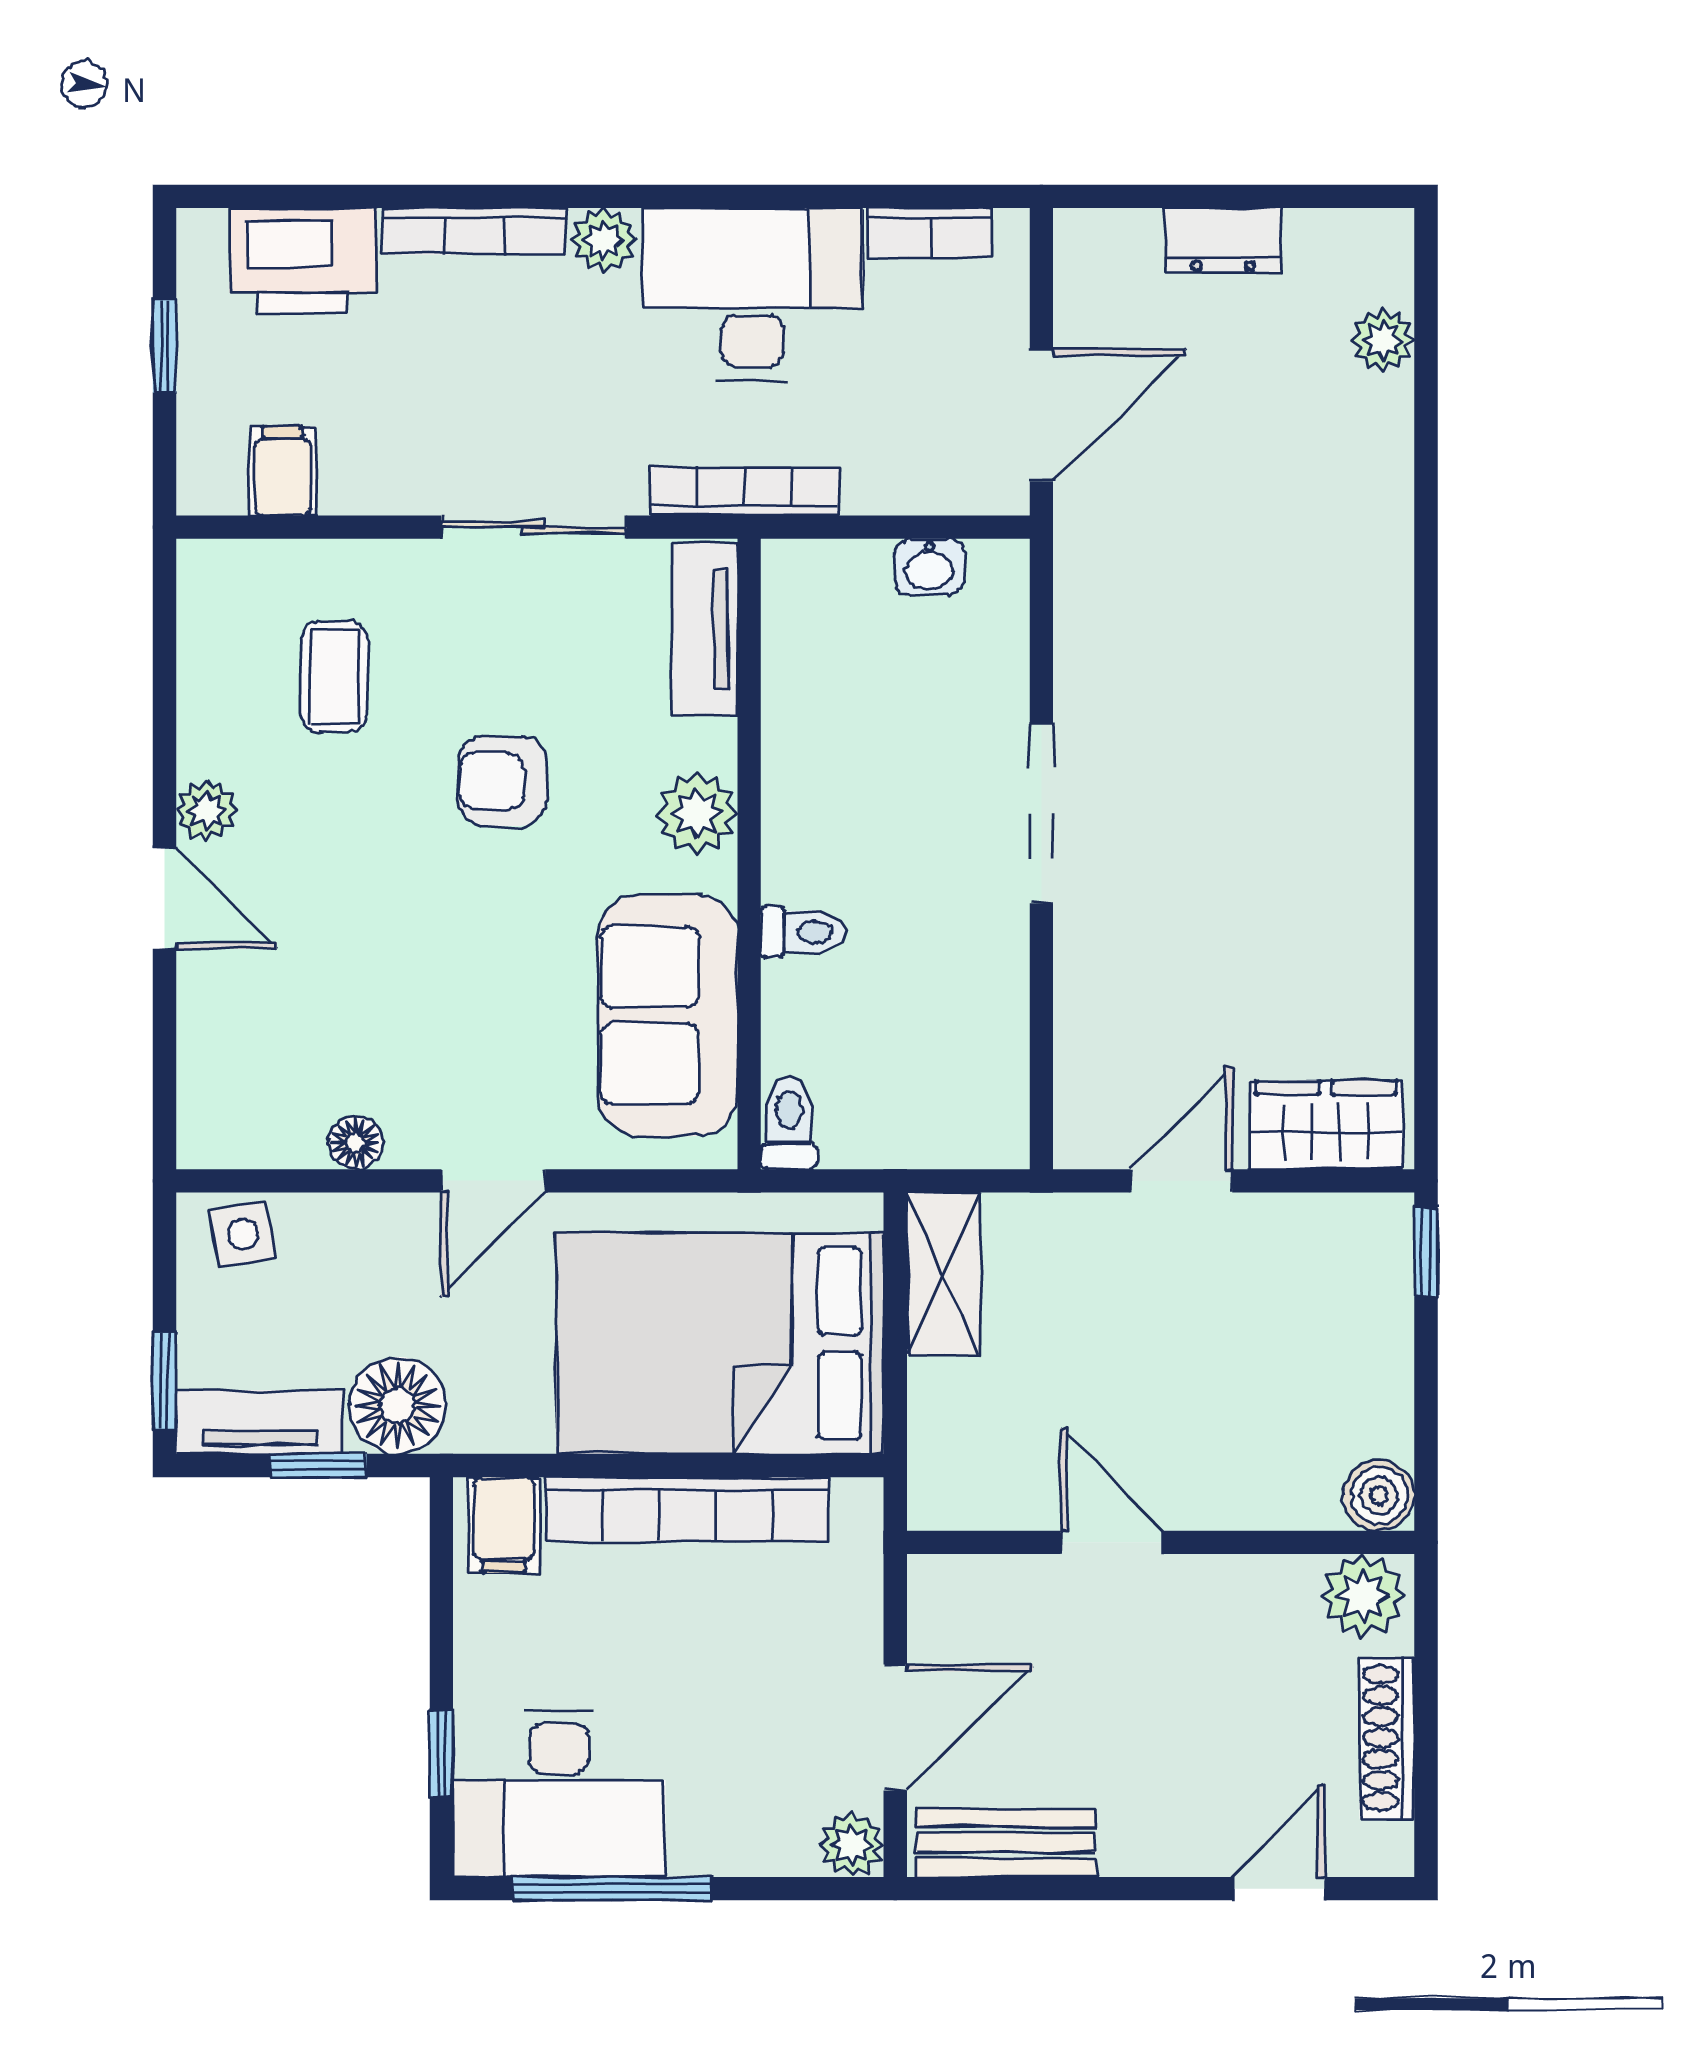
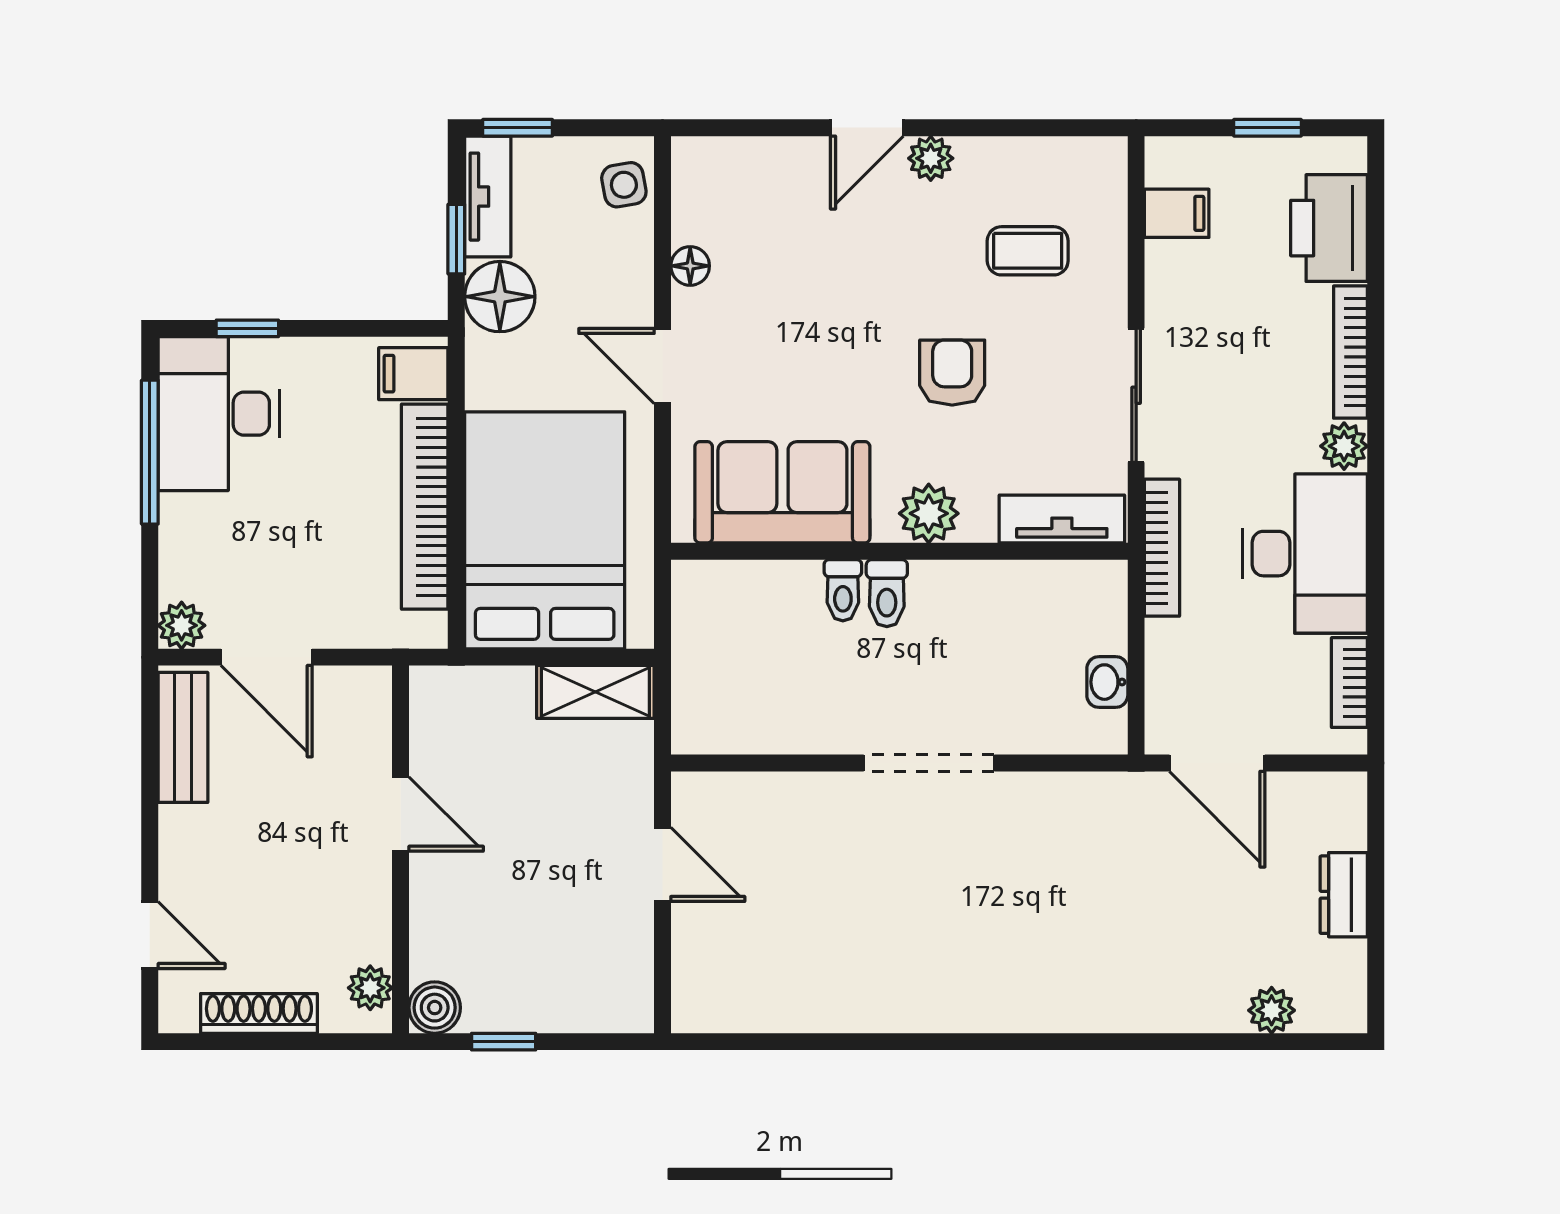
toilet: (789, 1123) -> (887, 593), moved, turned 90
wardrobe: (1326, 1125) -> (703, 969), removed
window: (1426, 1252) -> (504, 1042), moved
door: (1112, 1542) -> (401, 814), hinge flipped
plant: (1363, 1596) -> (370, 988), width x0.73, depth x0.73

